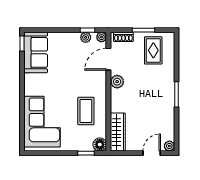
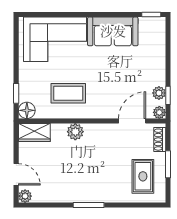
rug: (153, 50) -> (143, 176), turned 90
sofa: (36, 52) -> (113, 31), moved
door: (108, 59) -> (132, 121), hinge flipped
plant: (117, 82) -> (75, 132), moved
wardrobe: (118, 132) -> (34, 133), width x0.67

